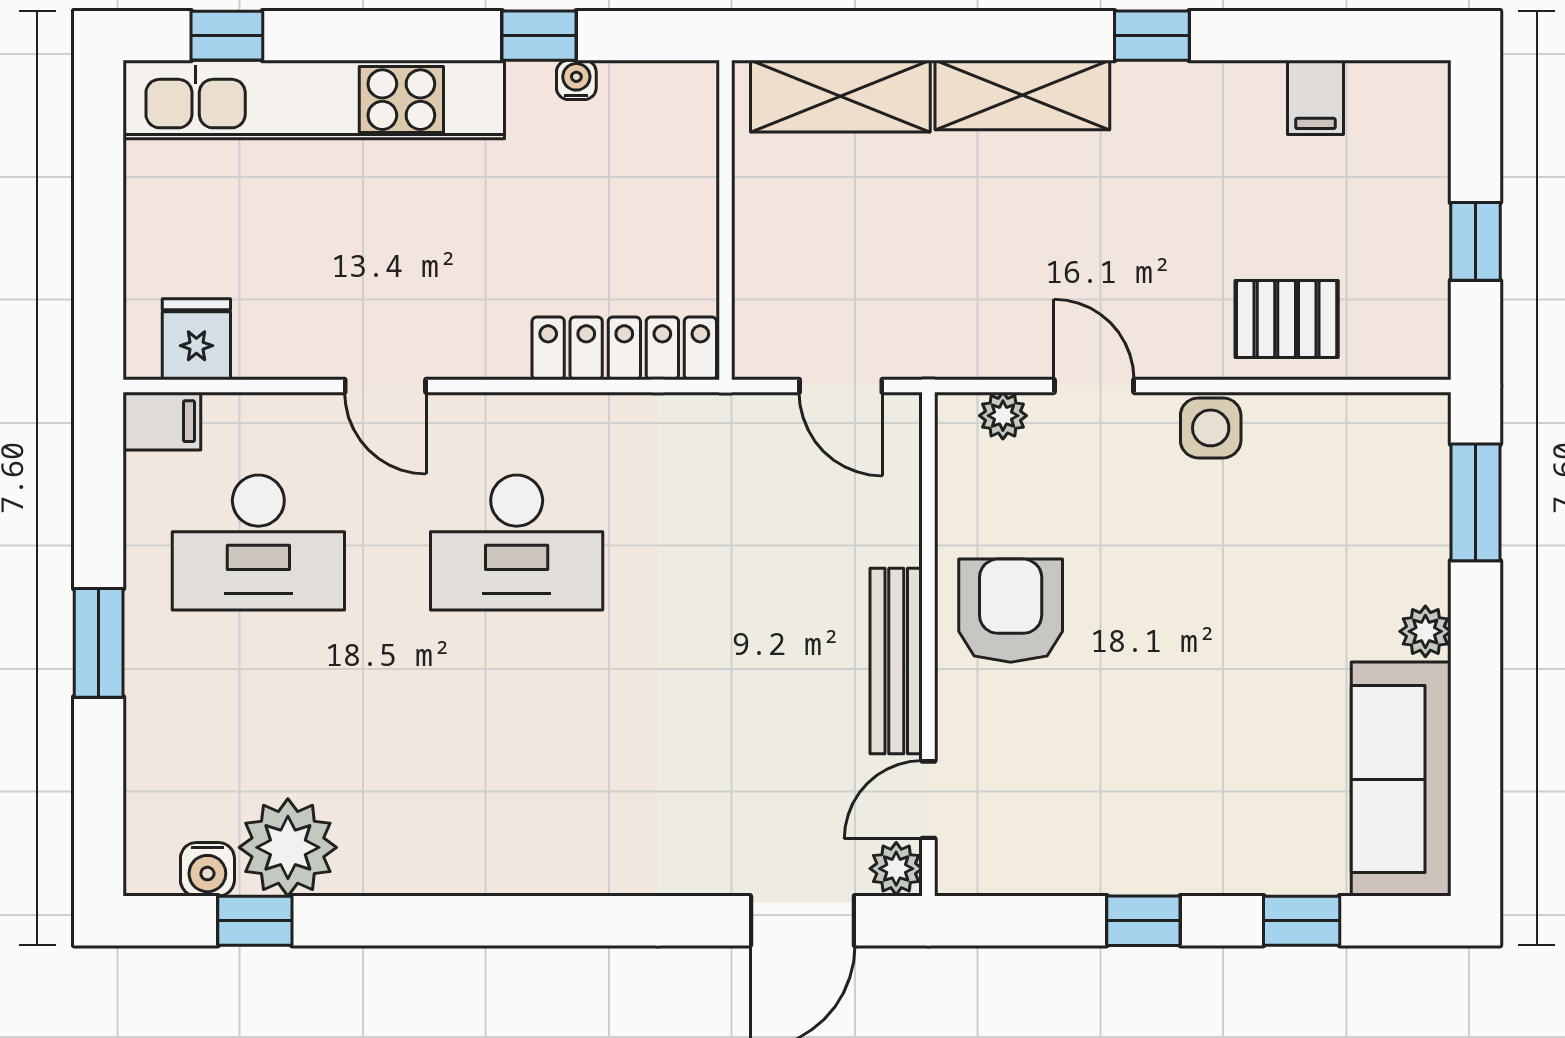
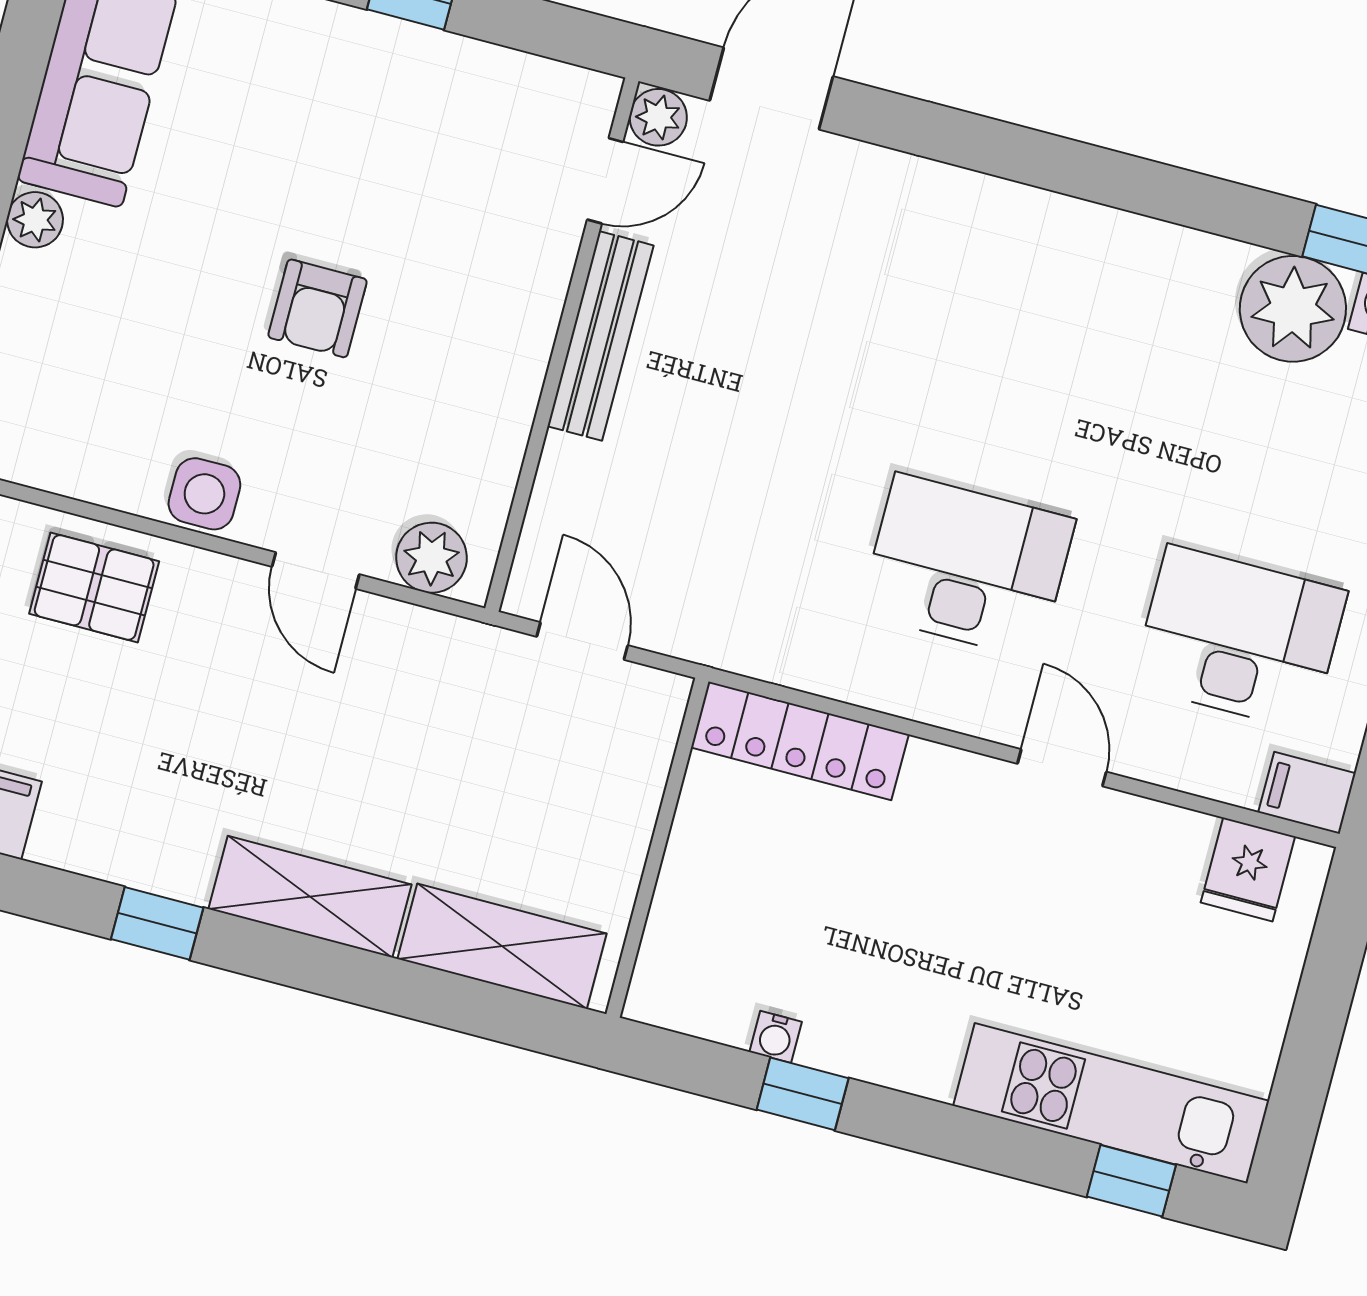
kitchen unit: (314, 100) -> (1111, 1103), width x0.73
plant: (1003, 416) -> (431, 558), width x1.38, depth x1.38
armchair: (1011, 611) -> (318, 308), moved, width x0.72, depth x0.72

